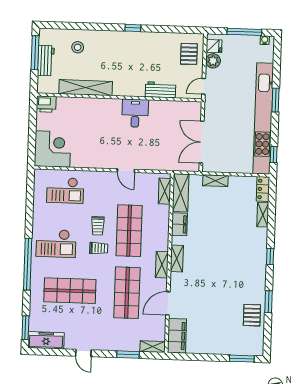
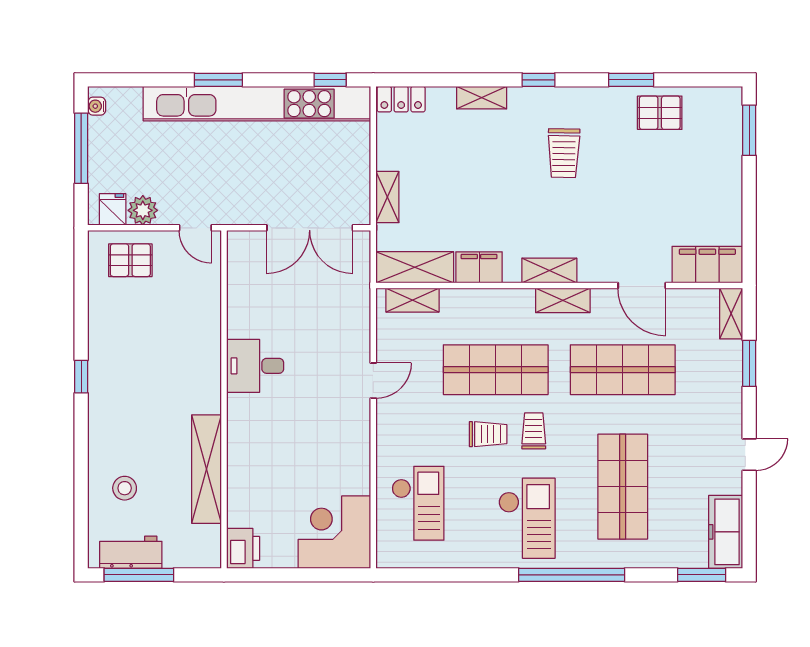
workbench: (46, 61) -> (131, 552), moved
workbench: (160, 90) -> (206, 316), removed
shelving: (263, 215) -> (482, 98), moved
trolley: (234, 268) -> (564, 153), added

